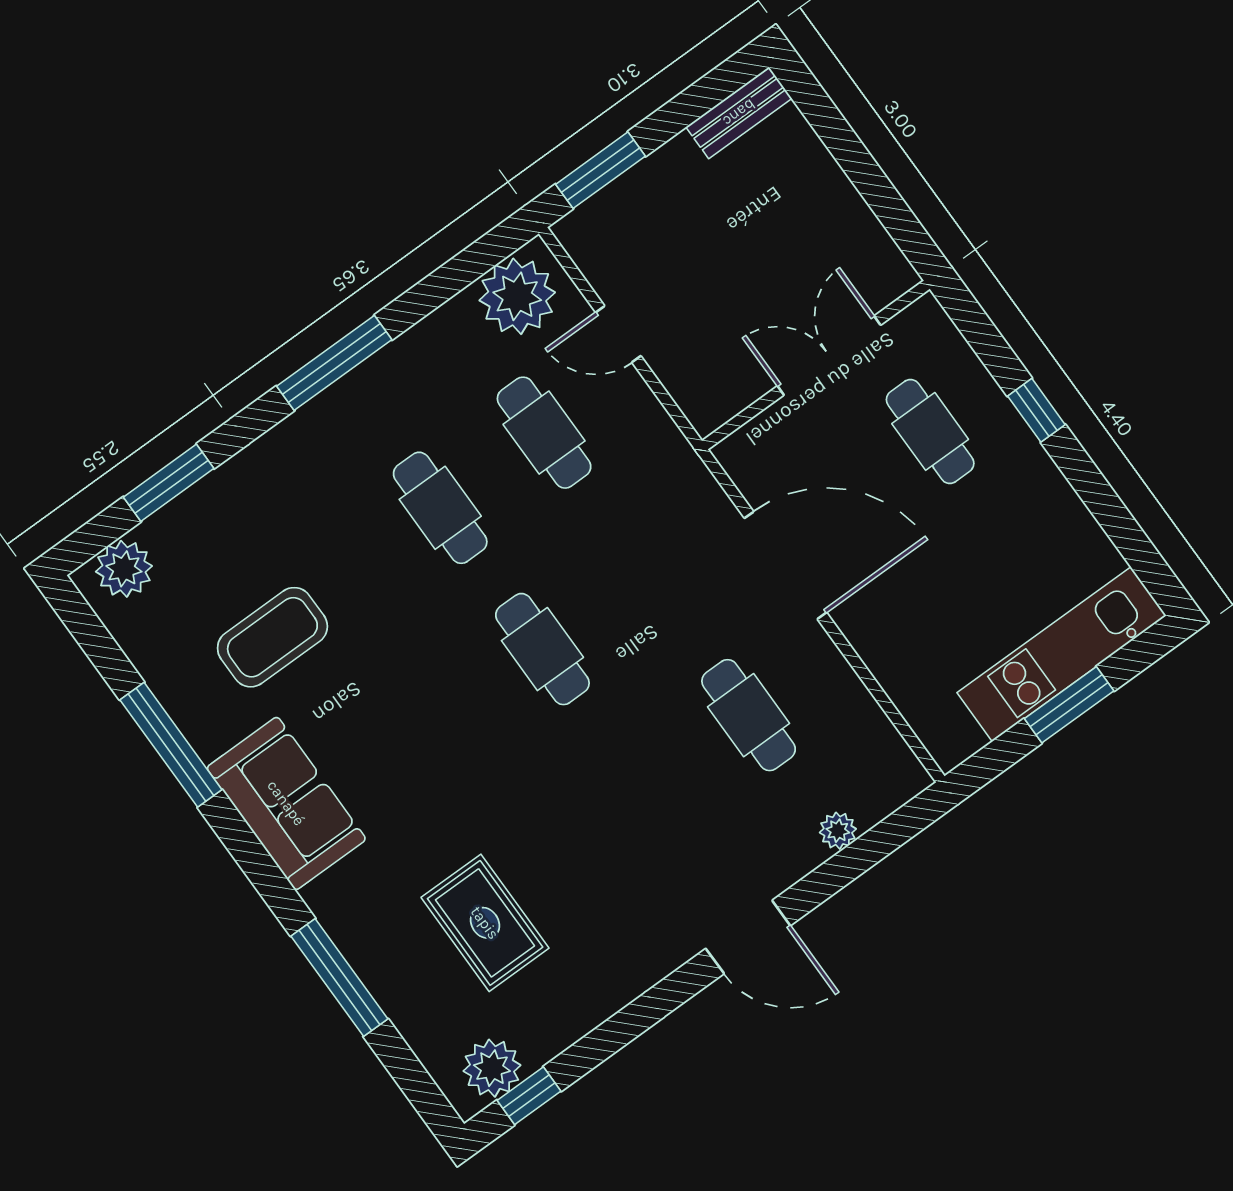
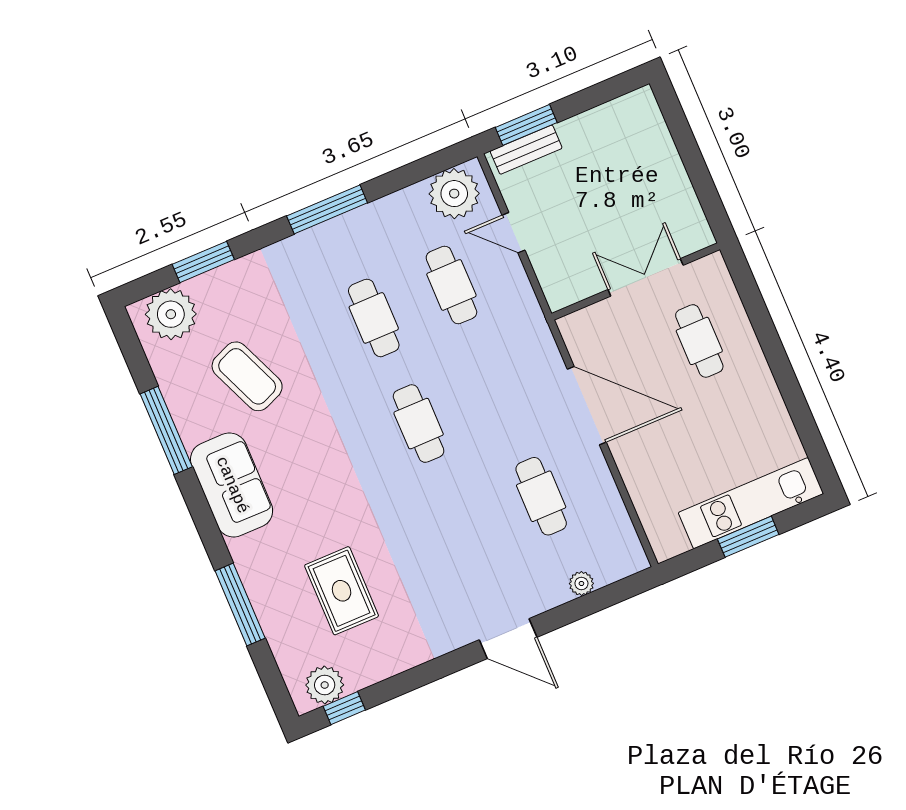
bench: (739, 113) -> (526, 150), moved
window: (1036, 410) -> (771, 343), removed
plant: (124, 569) -> (171, 314), width x1.36, depth x1.36
coffee table: (272, 637) -> (247, 376), turned 67

